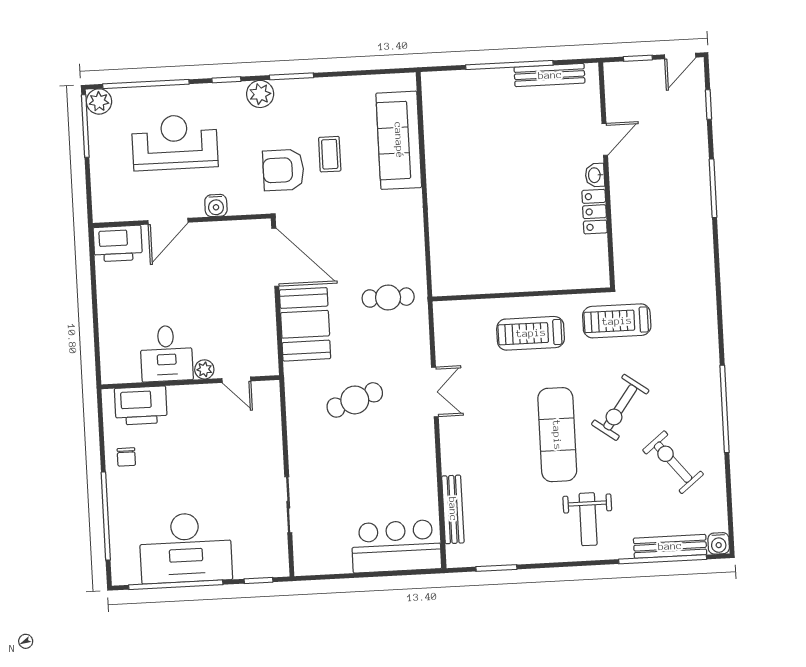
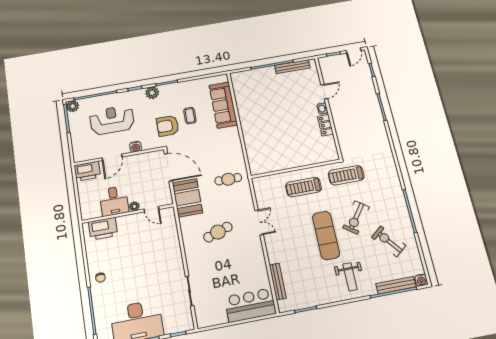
desk: (166, 353) -> (114, 201), moved
plant: (204, 369) -> (134, 206), moved
door: (236, 380) -> (151, 209), moved
wall: (190, 382) -> (128, 214), moved
printer: (141, 406) -> (103, 229), moved

